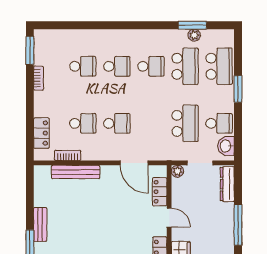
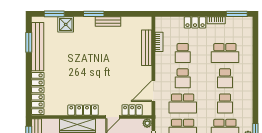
school desk: (83, 66) -> (225, 53), width x1.85
school desk: (151, 123) -> (183, 104), added
locker: (41, 133) -> (195, 22), moved

